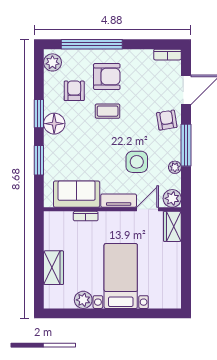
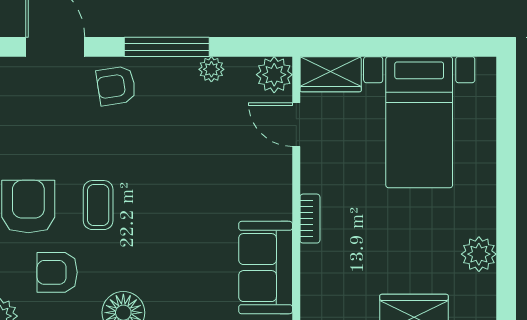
side table: (137, 162) -> (200, 146), removed
tv unit: (119, 201) -> (279, 183), removed
bookcase: (86, 216) -> (310, 219), moved
bed with nightstands: (121, 276) -> (419, 122), moved, turned -90

